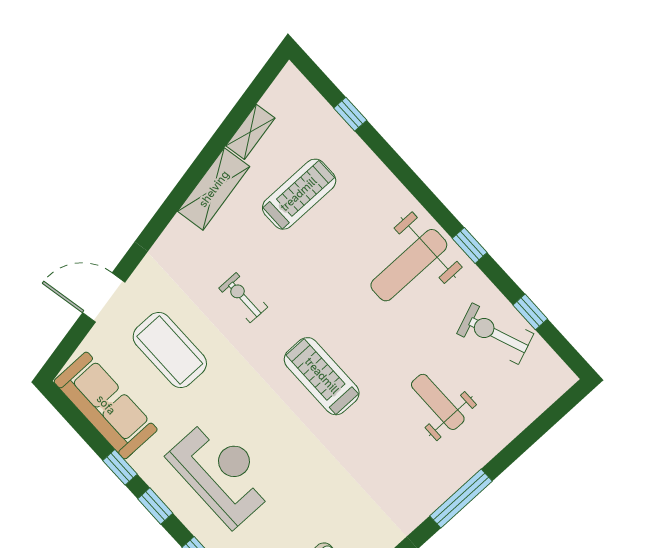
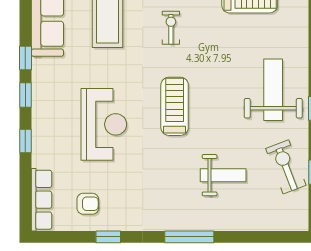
weight bench: (409, 265) -> (273, 90), turned 90
weight bench: (438, 402) -> (223, 175), turned 90
reception desk: (222, 472) -> (104, 124), moved

